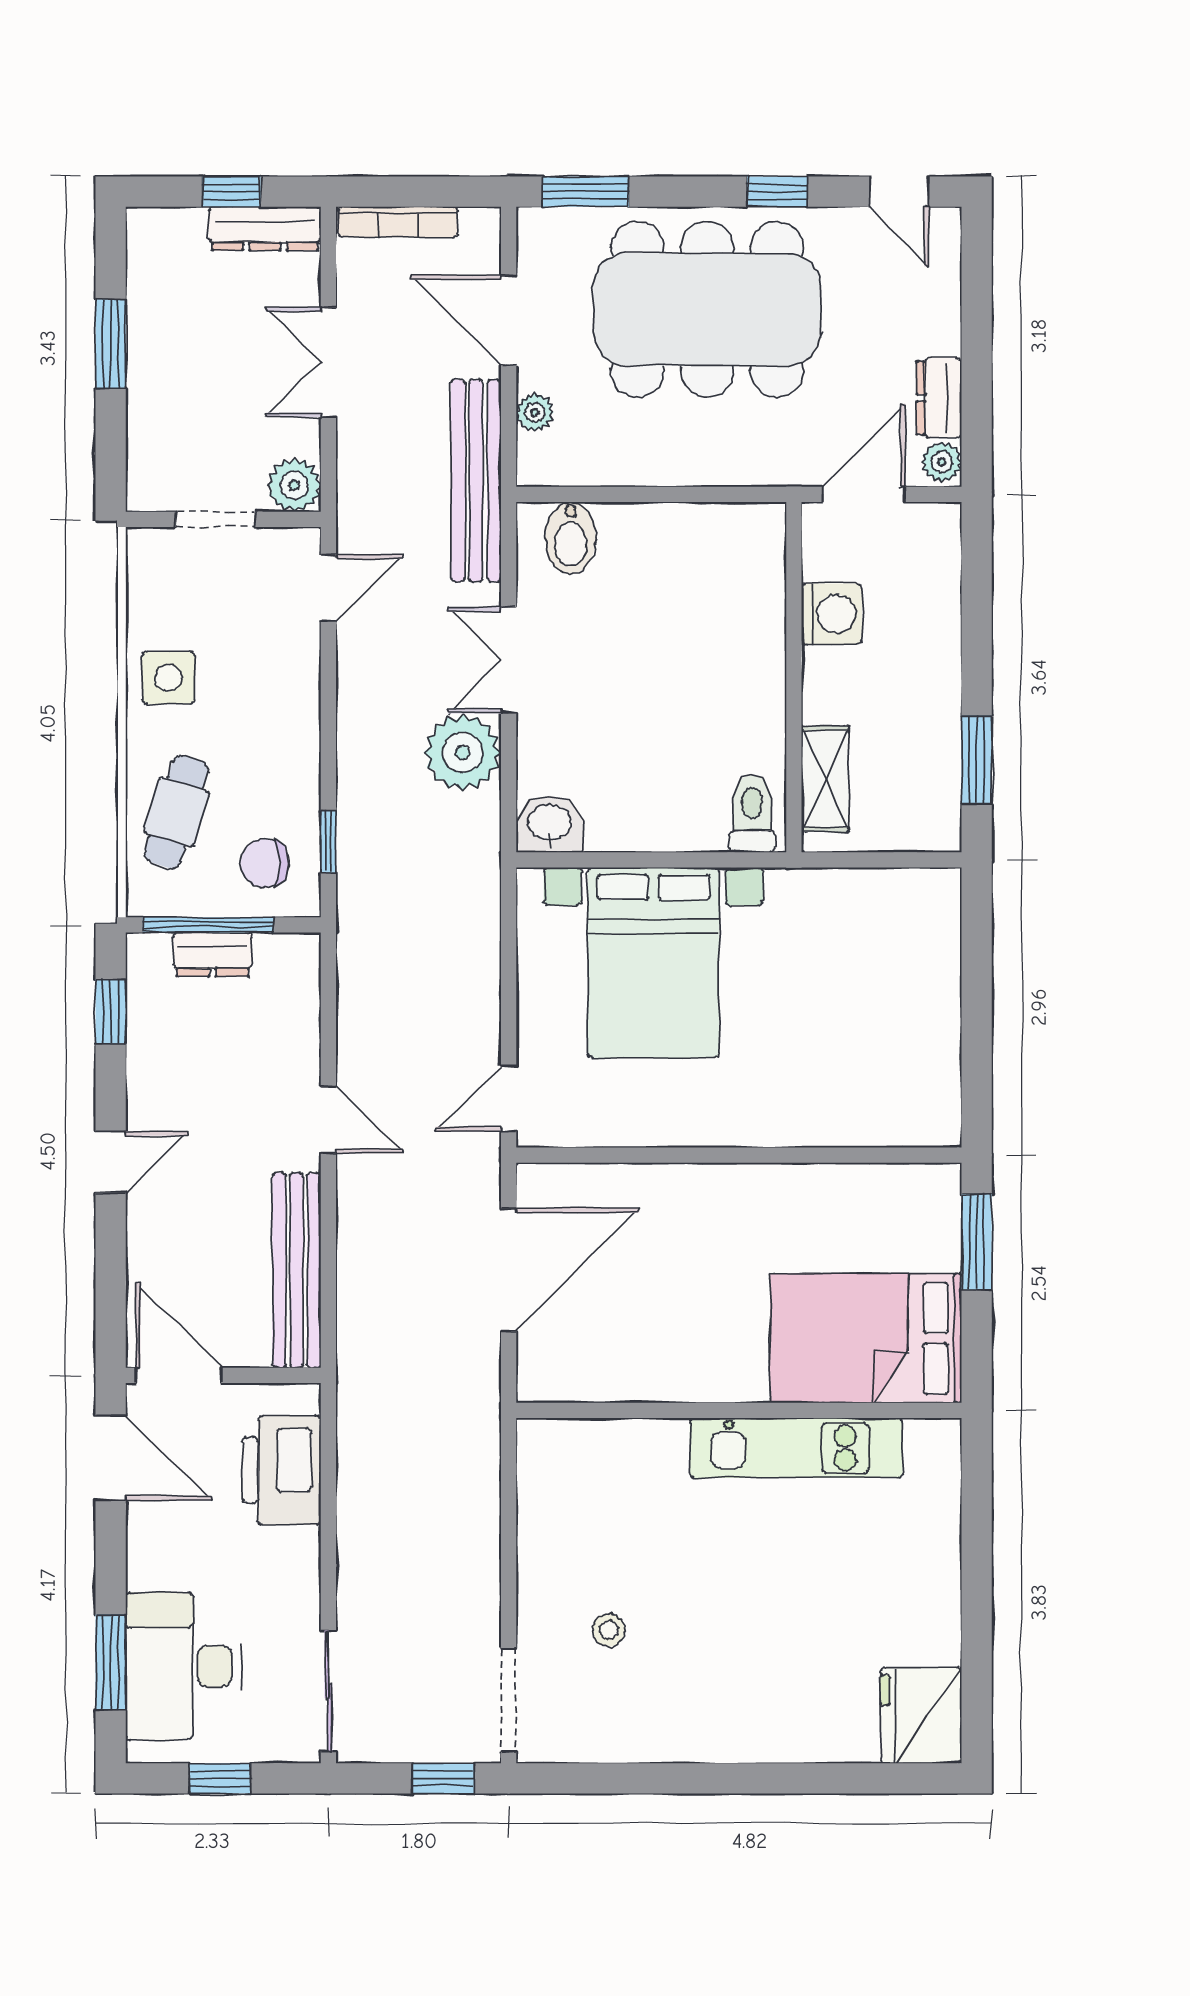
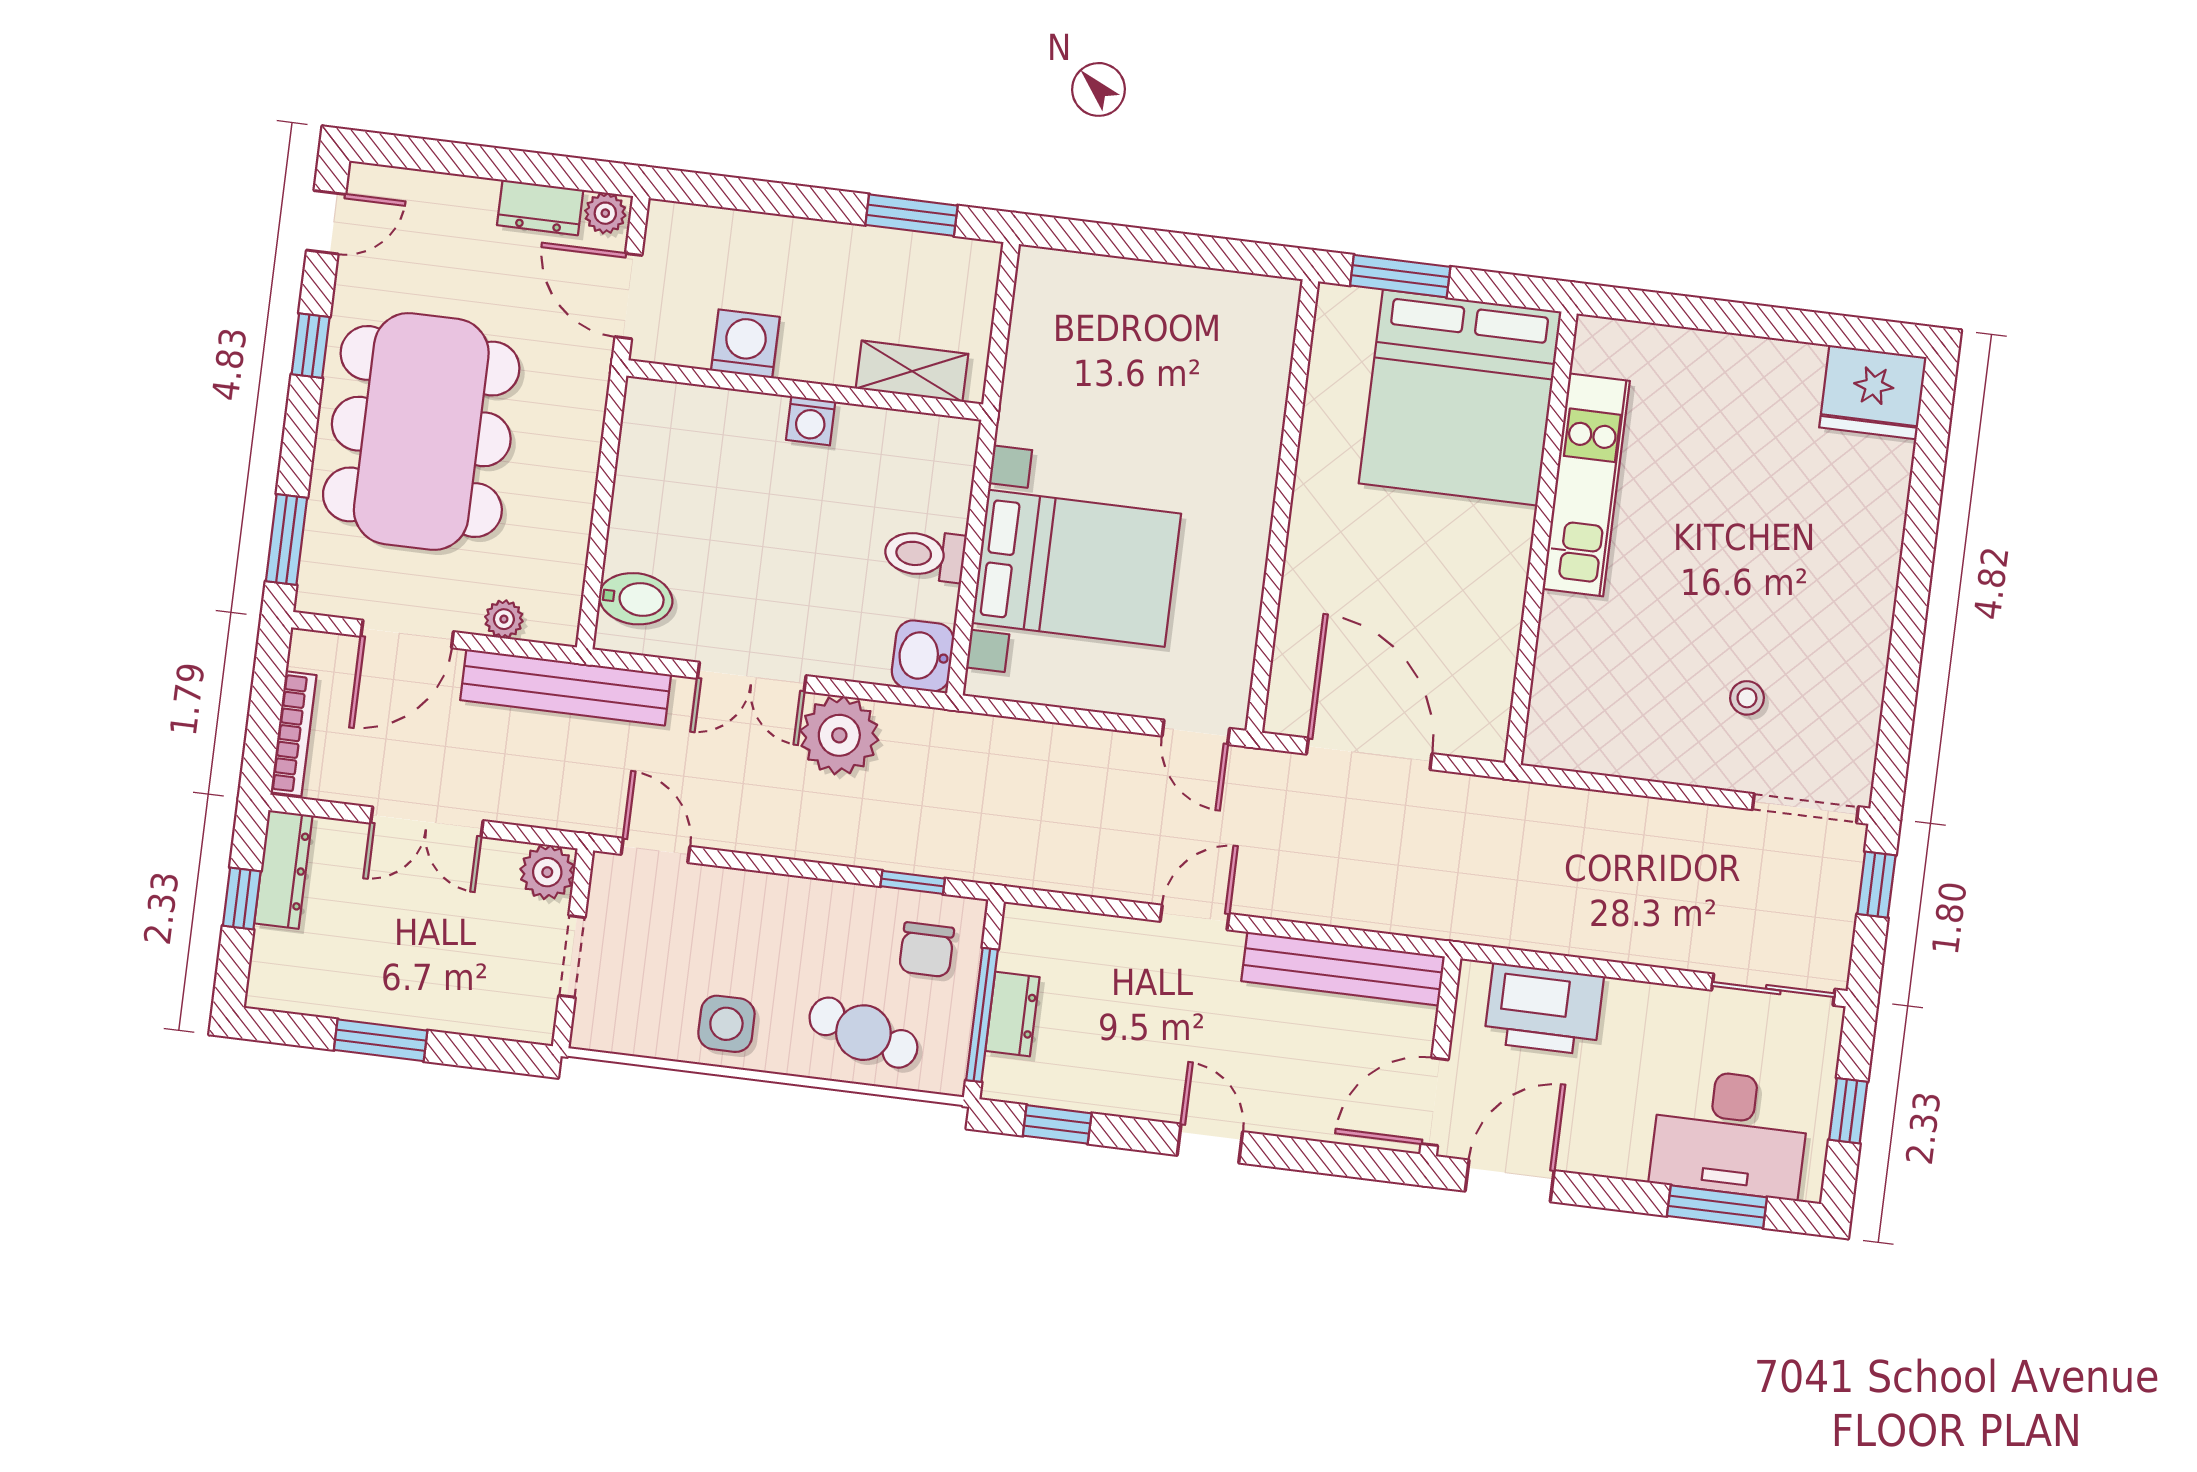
washing machine: (765, 687) -> (811, 421), added
toilet: (752, 814) -> (925, 555), moved
bed: (866, 1338) -> (1460, 398), width x1.36

